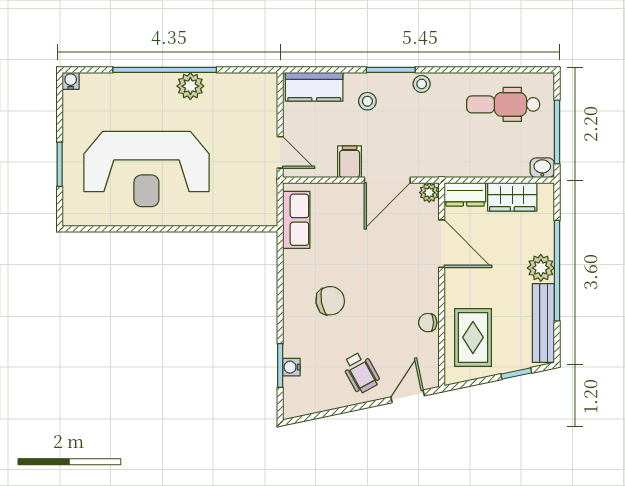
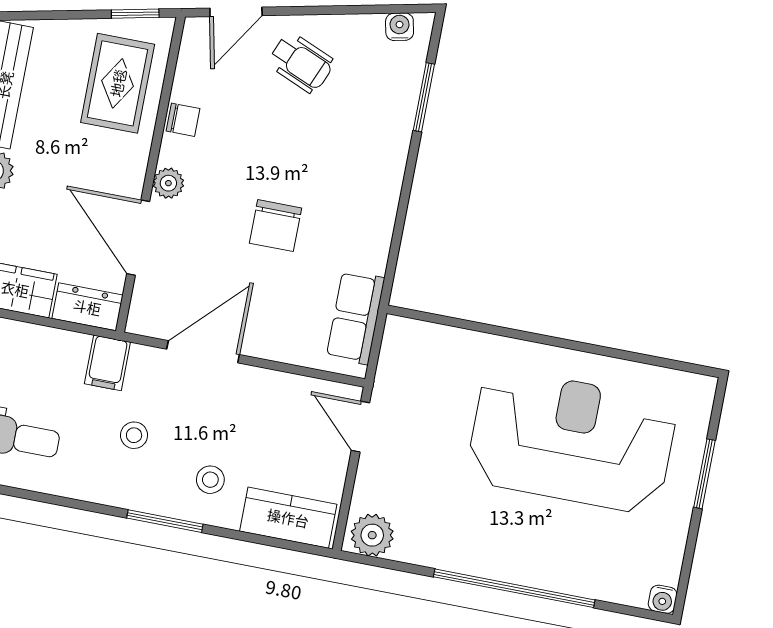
stool: (422, 84) -> (134, 435), moved
plant: (190, 86) -> (372, 535), moved
filing cabinet: (350, 162) -> (107, 363), moved
plant: (429, 193) -> (168, 183), moved
chair: (330, 301) -> (276, 226), moved, turned -80
water cooler: (291, 367) -> (400, 27), moved, turned -102
wheelchair: (361, 373) -> (301, 63), turned 142
window: (516, 373) -> (135, 14), moved

